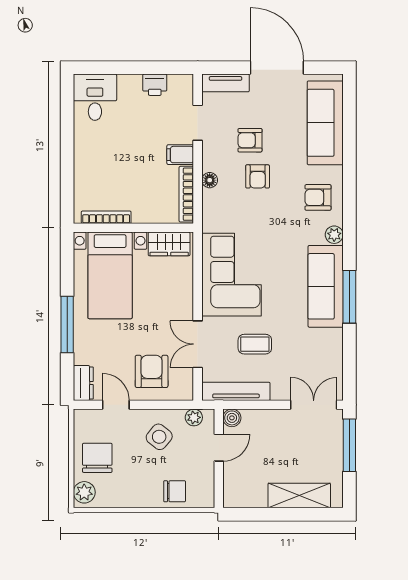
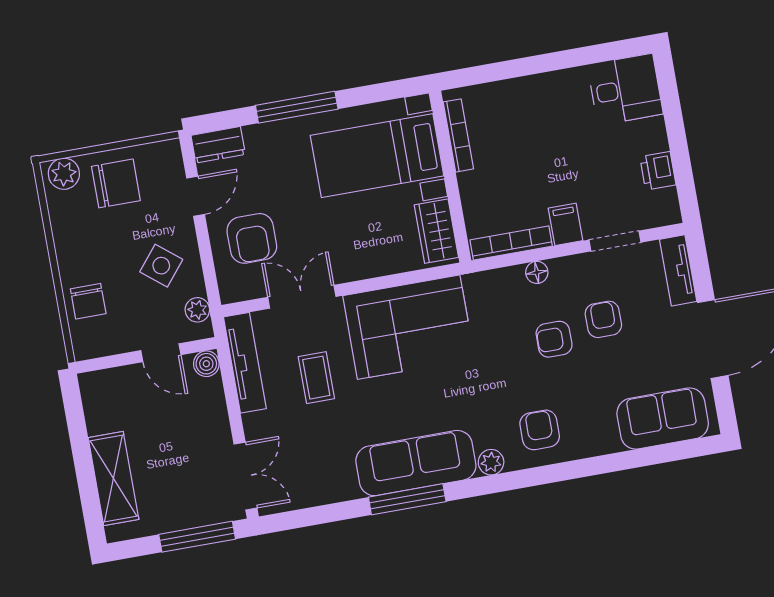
sofa: (325, 123) -> (663, 419), width x0.73
armchair: (152, 371) -> (252, 238), turned 90

